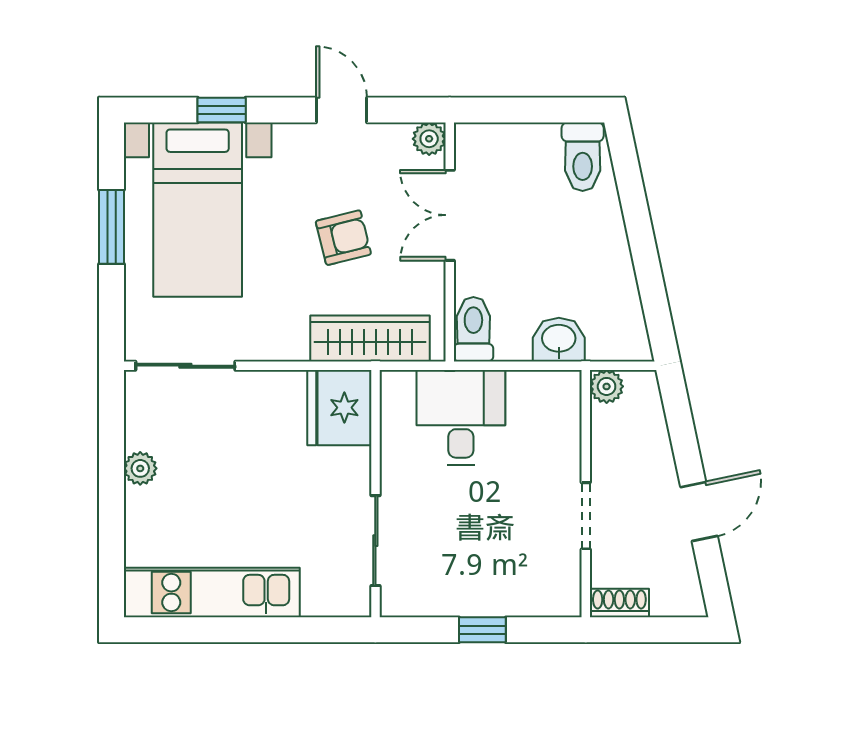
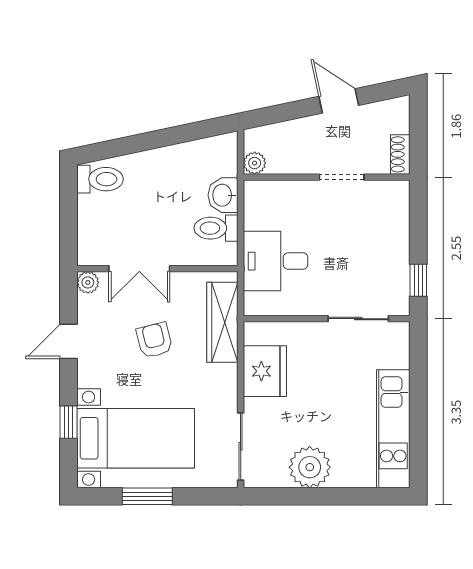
toilet: (473, 329) -> (216, 228), moved
fridge: (339, 408) -> (265, 371), moved, turned -90
plant: (140, 468) -> (310, 467), width x1.87, depth x1.87
window: (482, 630) -> (418, 280), moved

